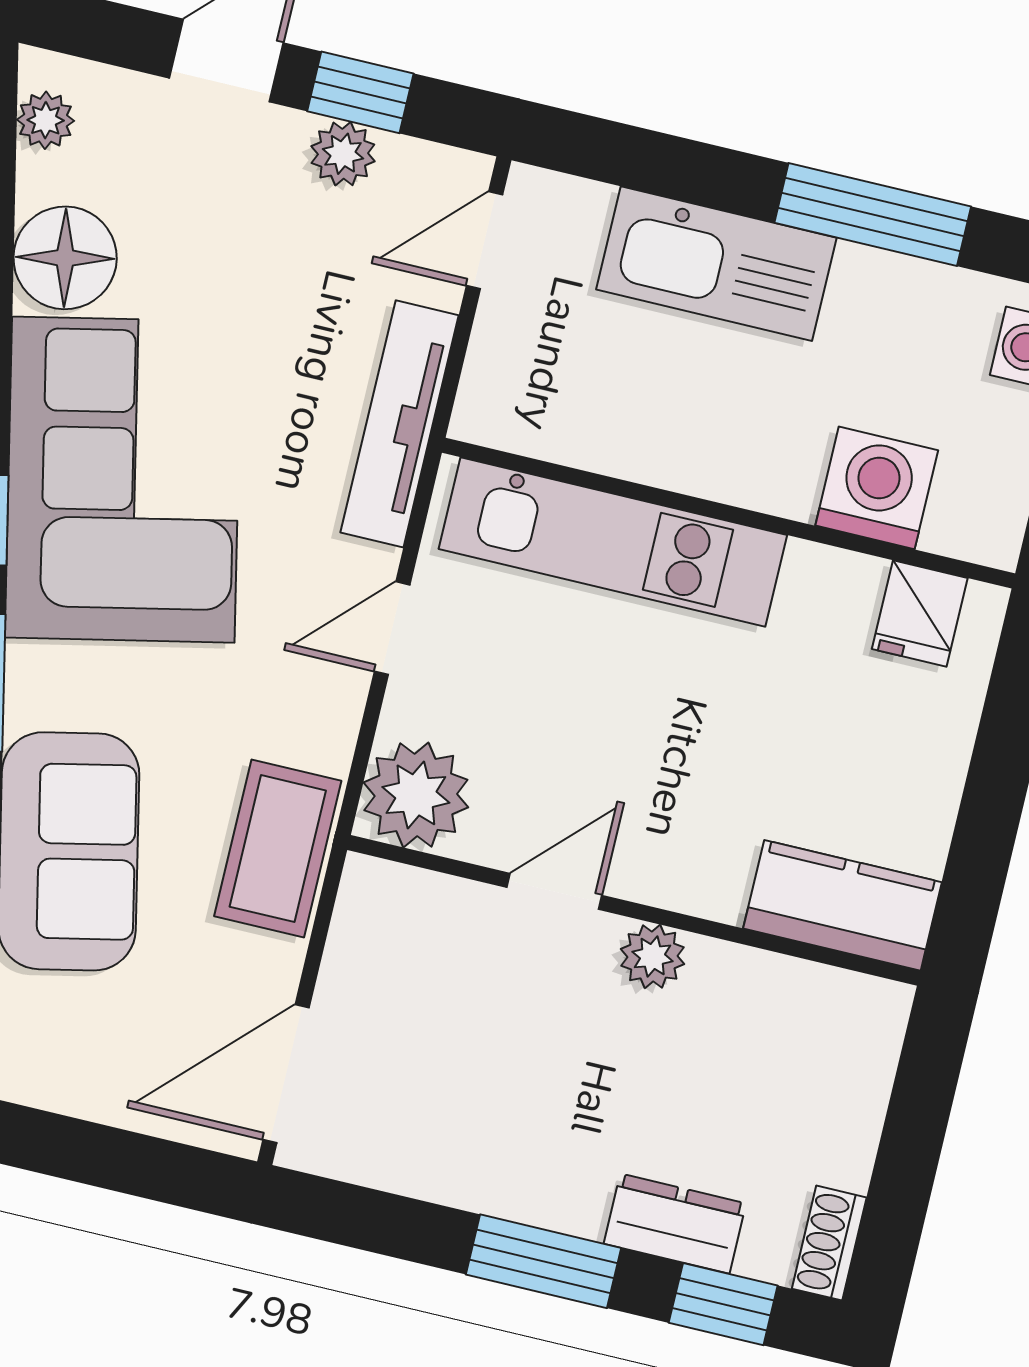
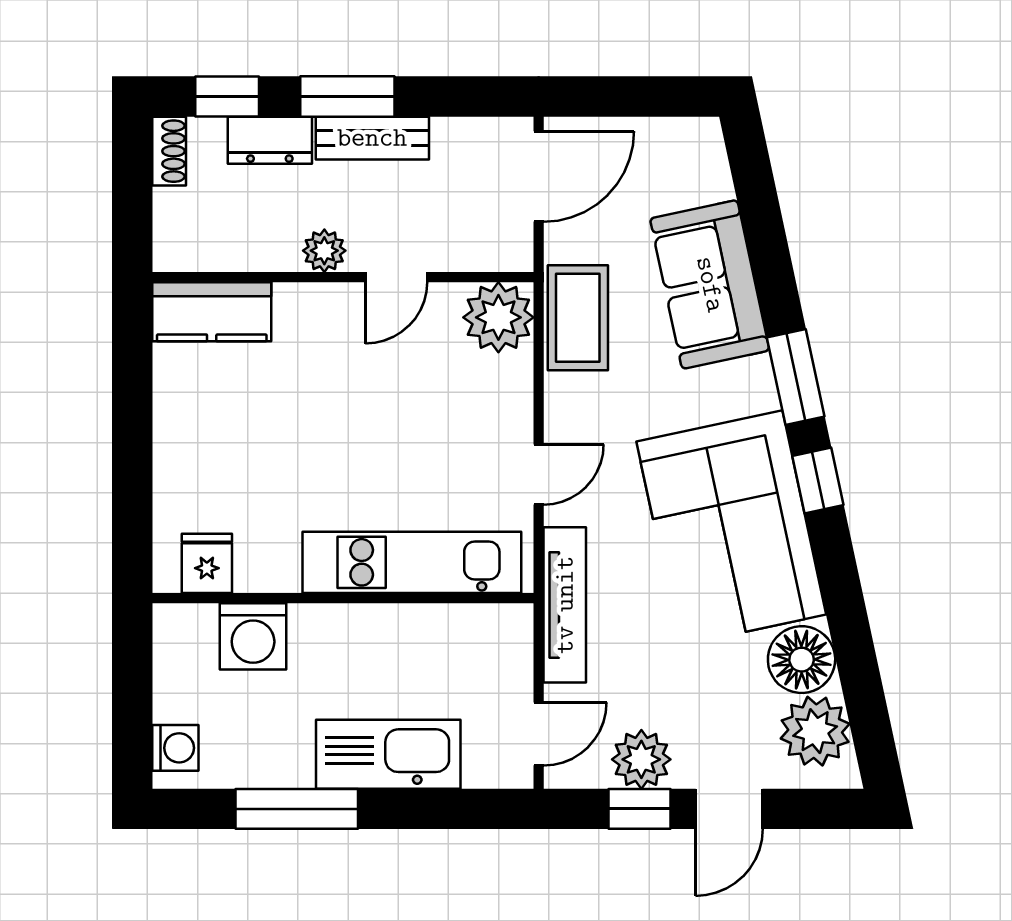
plant: (46, 120) -> (815, 731), width x1.88, depth x1.88
plant: (343, 154) -> (641, 759), width x1.38, depth x1.38
plant: (416, 795) -> (498, 317), moved
door: (554, 891) -> (396, 277), moved
kitchen counter: (842, 905) -> (212, 312), moved
wall: (634, 910) -> (343, 277), moved
plant: (653, 956) -> (324, 251), moved
bench: (521, 1190) -> (372, 138), added

